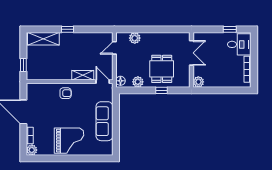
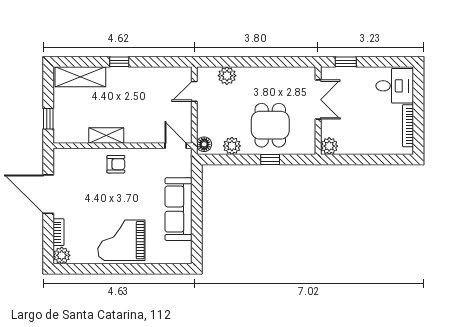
window: (230, 29) -> (346, 62), moved
shelving: (83, 75) -> (106, 135), moved
grand piano: (69, 141) -> (121, 240), turned 180

